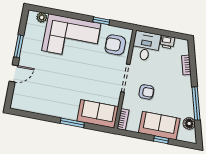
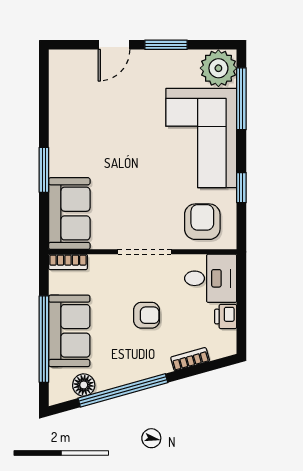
window: (55, 12) -> (241, 99), added
plant: (42, 17) -> (218, 68), width x1.88, depth x1.88
door: (14, 73) -> (114, 45), hinge flipped
armchair: (146, 92) -> (147, 315), moved, turned -90
window: (196, 103) -> (123, 390), width x1.46
window: (161, 140) -> (44, 339), width x3.17

